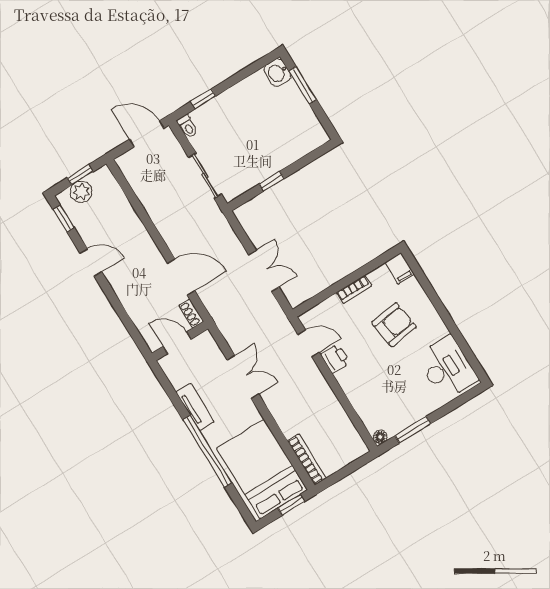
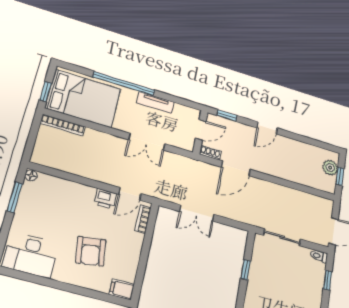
window: (64, 219) -> (227, 115), moved
door: (91, 262) -> (267, 128), moved
bookcase: (354, 289) -> (143, 219), moved

